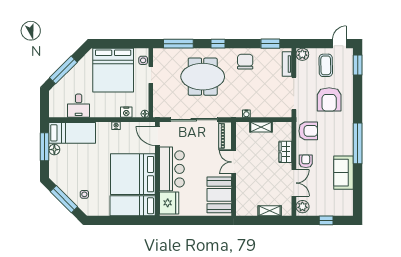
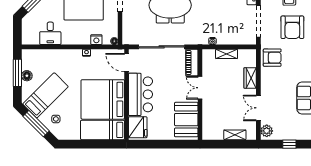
bed: (72, 133) -> (46, 95), moved, turned -45
armchair: (306, 161) -> (270, 87), removed
double door: (294, 183) -> (258, 108), swing flipped

